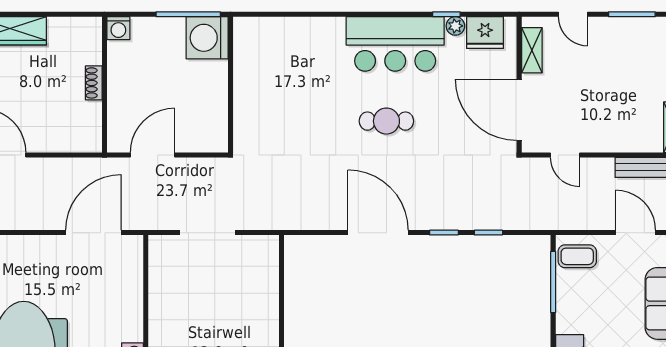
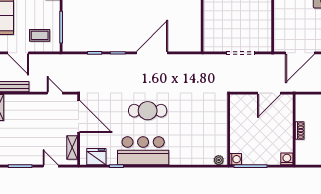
plant: (455, 26) -> (219, 160), moved
washing machine: (207, 38) -> (236, 159), width x0.53, depth x0.53
cafe table: (386, 121) -> (148, 111), width x1.37, depth x1.35
door: (378, 233) -> (152, 53), swing flipped
coffee table: (577, 256) -> (40, 35), moved

